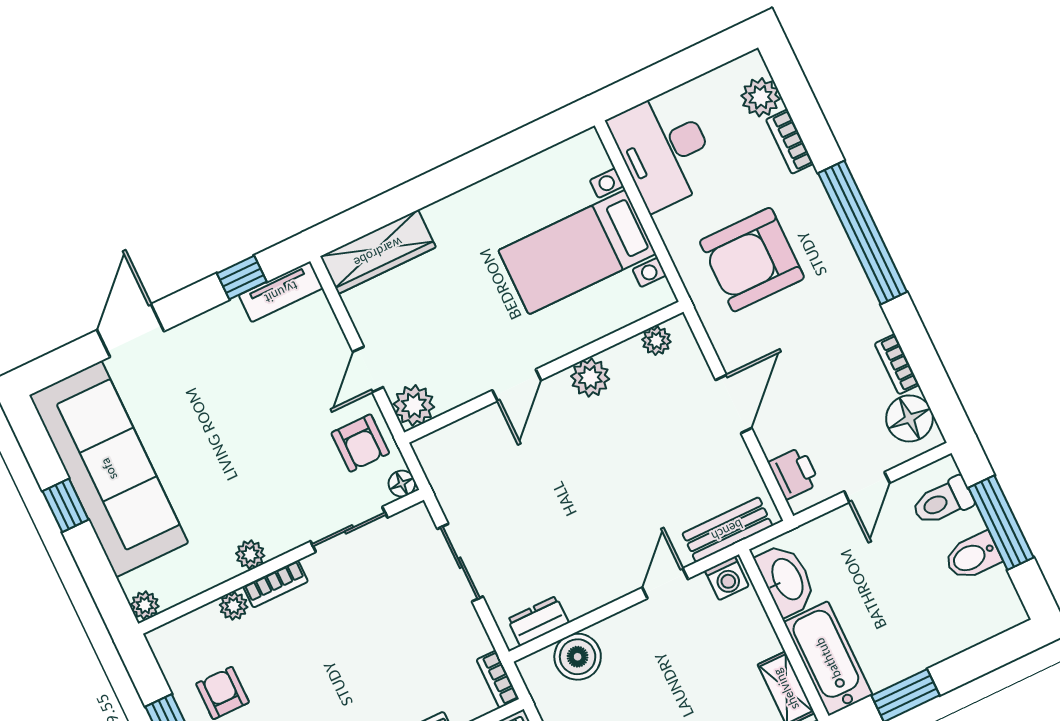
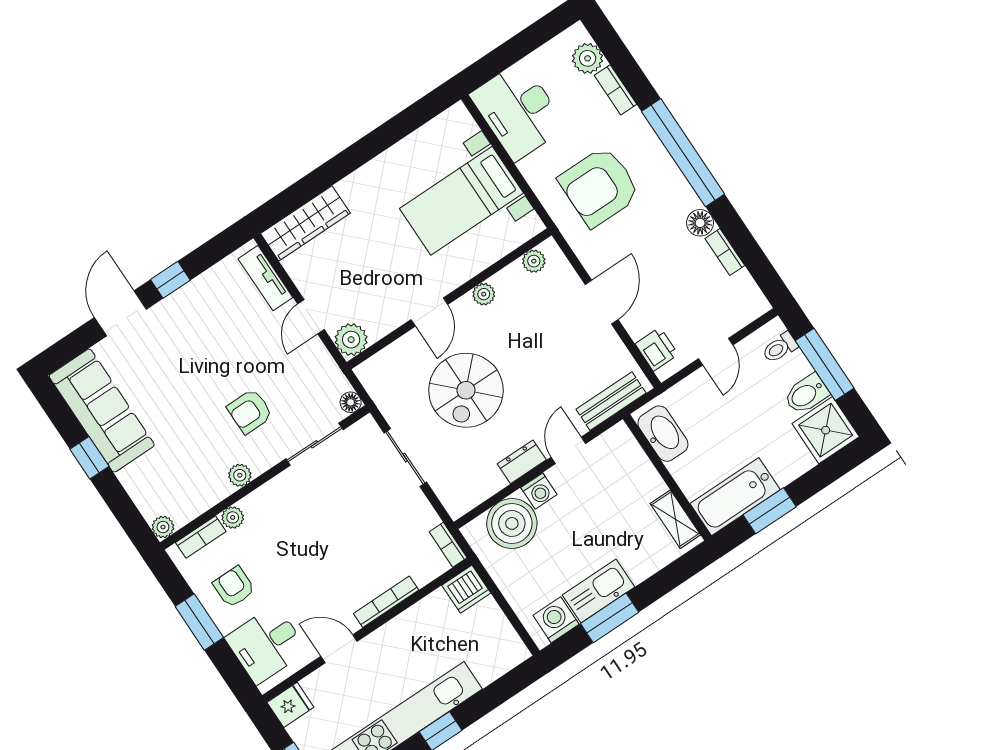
window: (242, 278) -> (170, 280), moved
tv unit: (281, 292) -> (265, 278), moved, turned 90
plant: (590, 378) -> (484, 294), width x0.73, depth x0.73
floor lamp: (910, 418) -> (700, 223), moved, width x0.73, depth x0.73
armchair: (360, 443) -> (250, 411), moved, turned 90
sofa: (109, 469) -> (102, 411), width x0.74, depth x0.79
spiral stairs: (548, 490) -> (466, 390), added
toilet: (943, 501) -> (780, 348), width x0.73, depth x0.72
washing machine: (727, 578) -> (539, 491), moved
bookcase: (276, 584) -> (201, 537), moved
shower: (990, 605) -> (826, 430), added
dresser: (538, 621) -> (522, 462), moved
boiler: (578, 657) -> (512, 523), width x1.37, depth x1.37
bathtub: (828, 658) -> (735, 497), moved, turned -90

